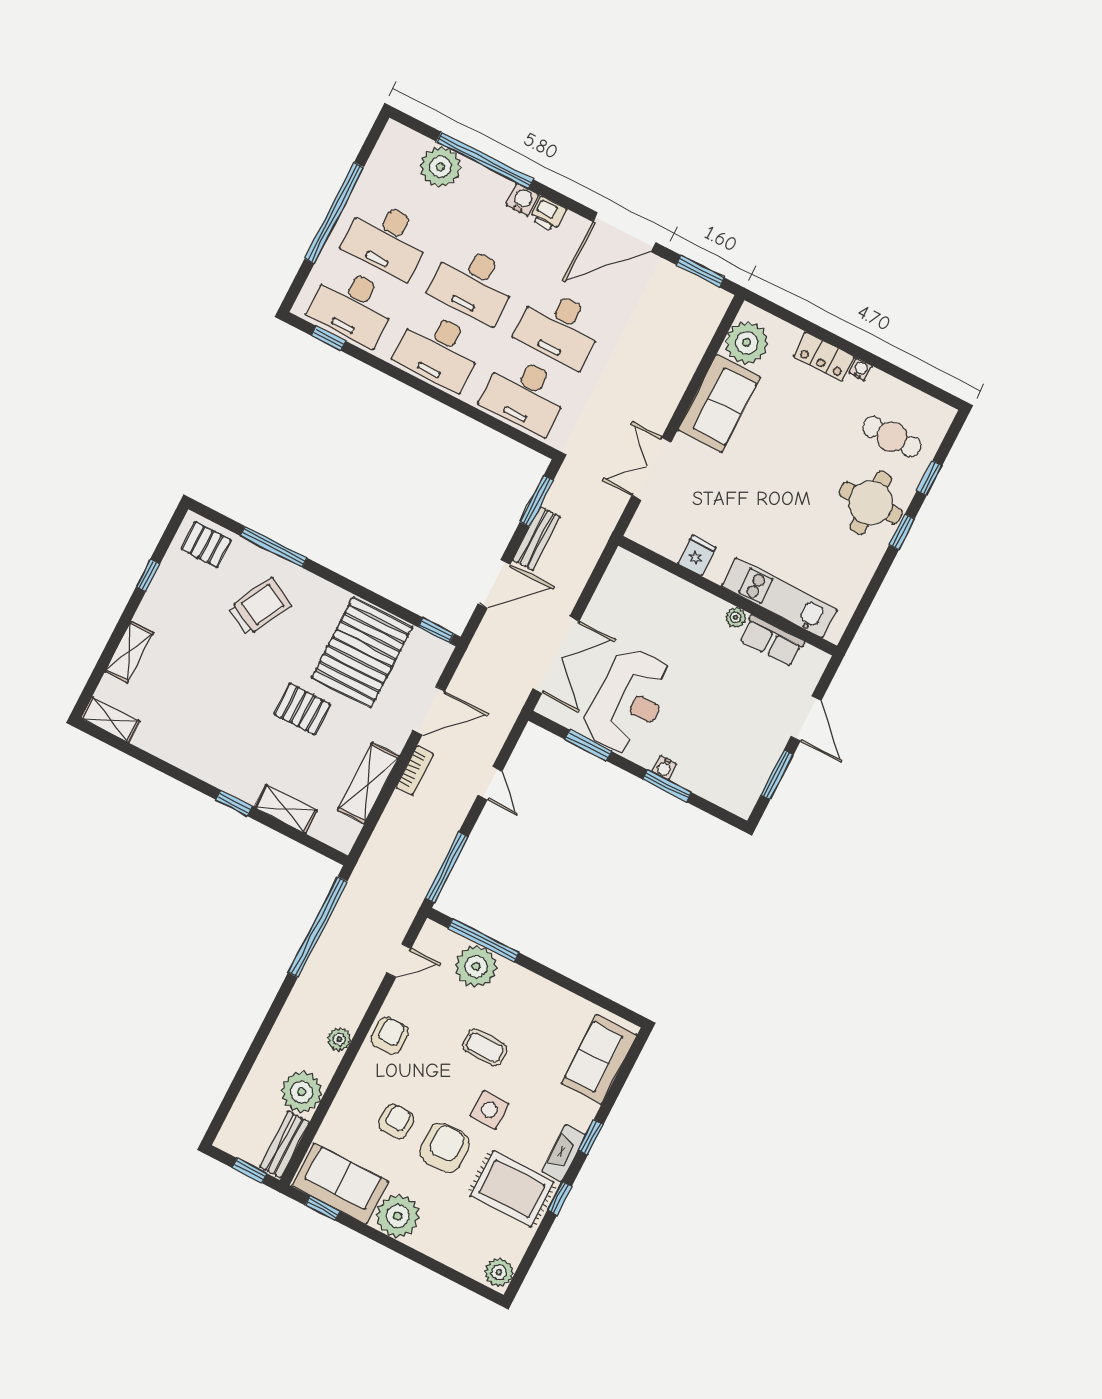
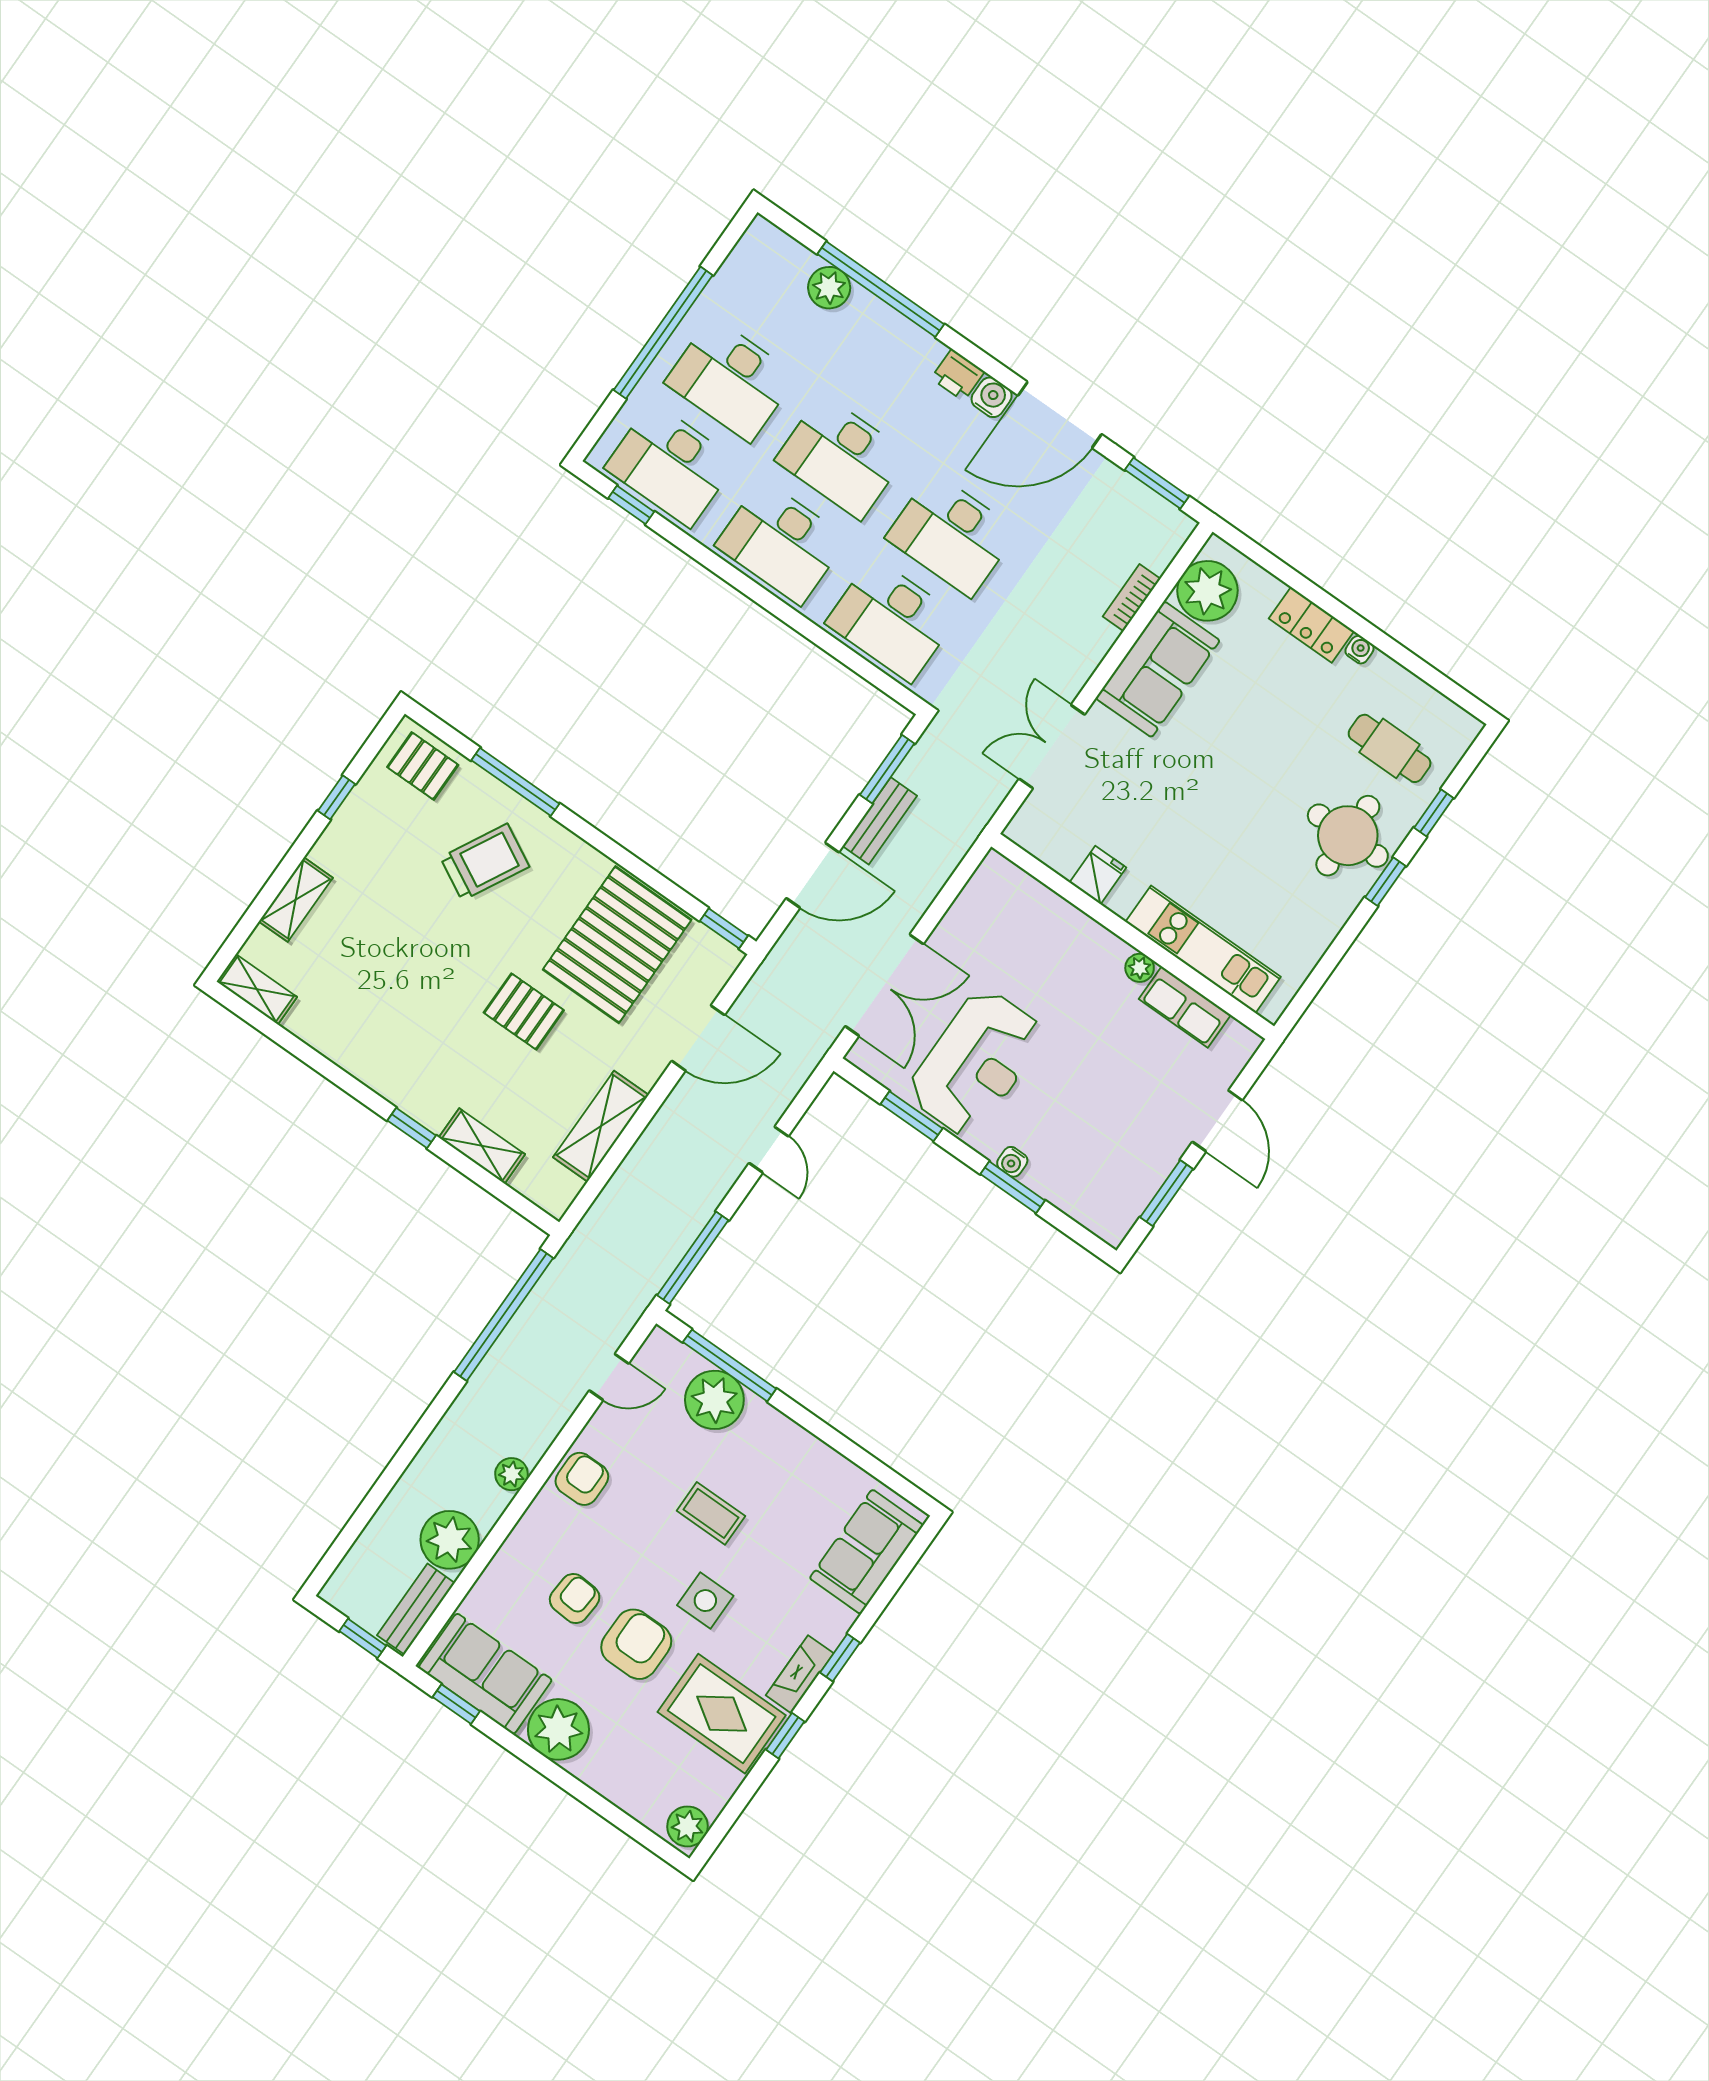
plant: (441, 167) -> (829, 288), width x0.73, depth x0.73
water cooler: (523, 200) -> (992, 397), moved
bookcase: (415, 770) -> (1132, 598), moved, turned 180

